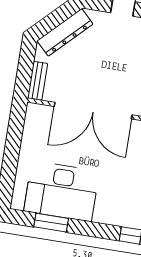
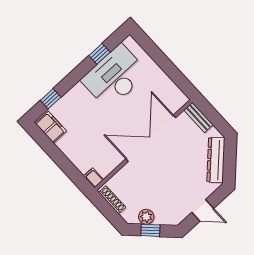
window: (51, 223) -> (100, 54), width x0.67

